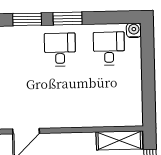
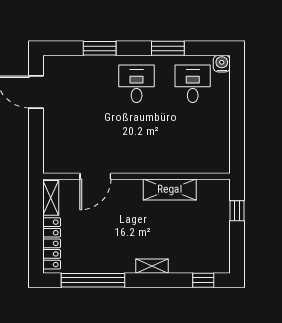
window: (68, 18) -> (168, 48), moved
shelving: (119, 140) -> (170, 189), moved

